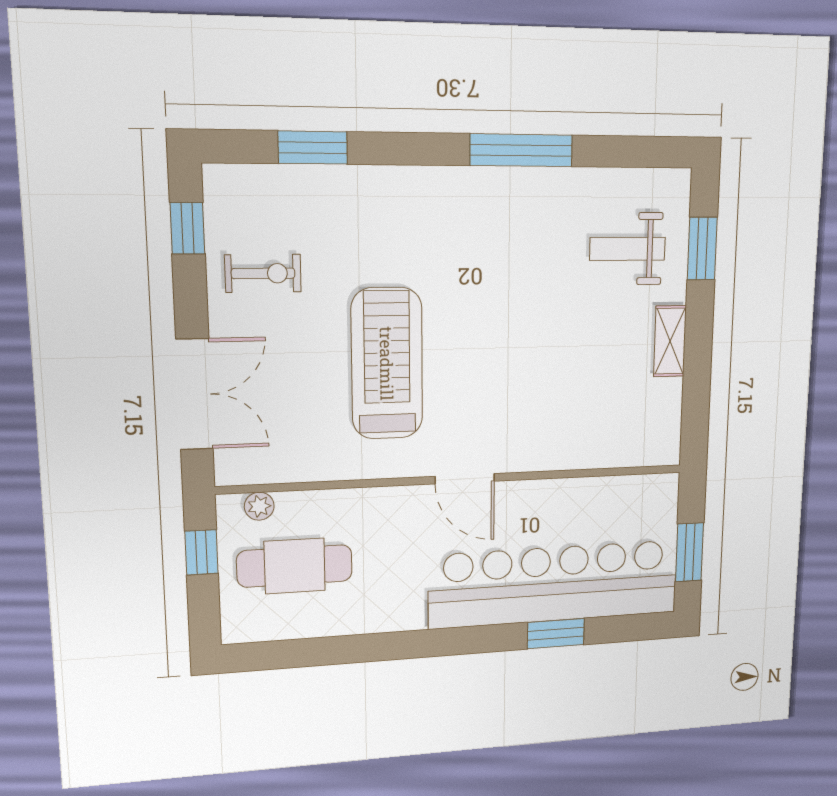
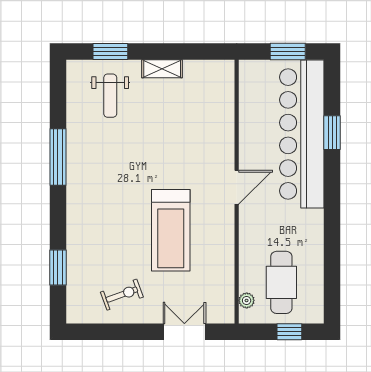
window: (187, 228) -> (99, 332), removed
exercise bike: (263, 273) -> (122, 295), turned 70
treadmill: (387, 364) -> (171, 230), turned -90
double door: (195, 394) -> (184, 332), width x0.73
window: (201, 552) -> (289, 332), moved

